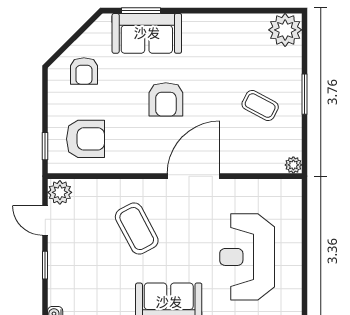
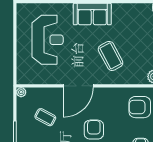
coffee table: (260, 106) -> (45, 117), moved

